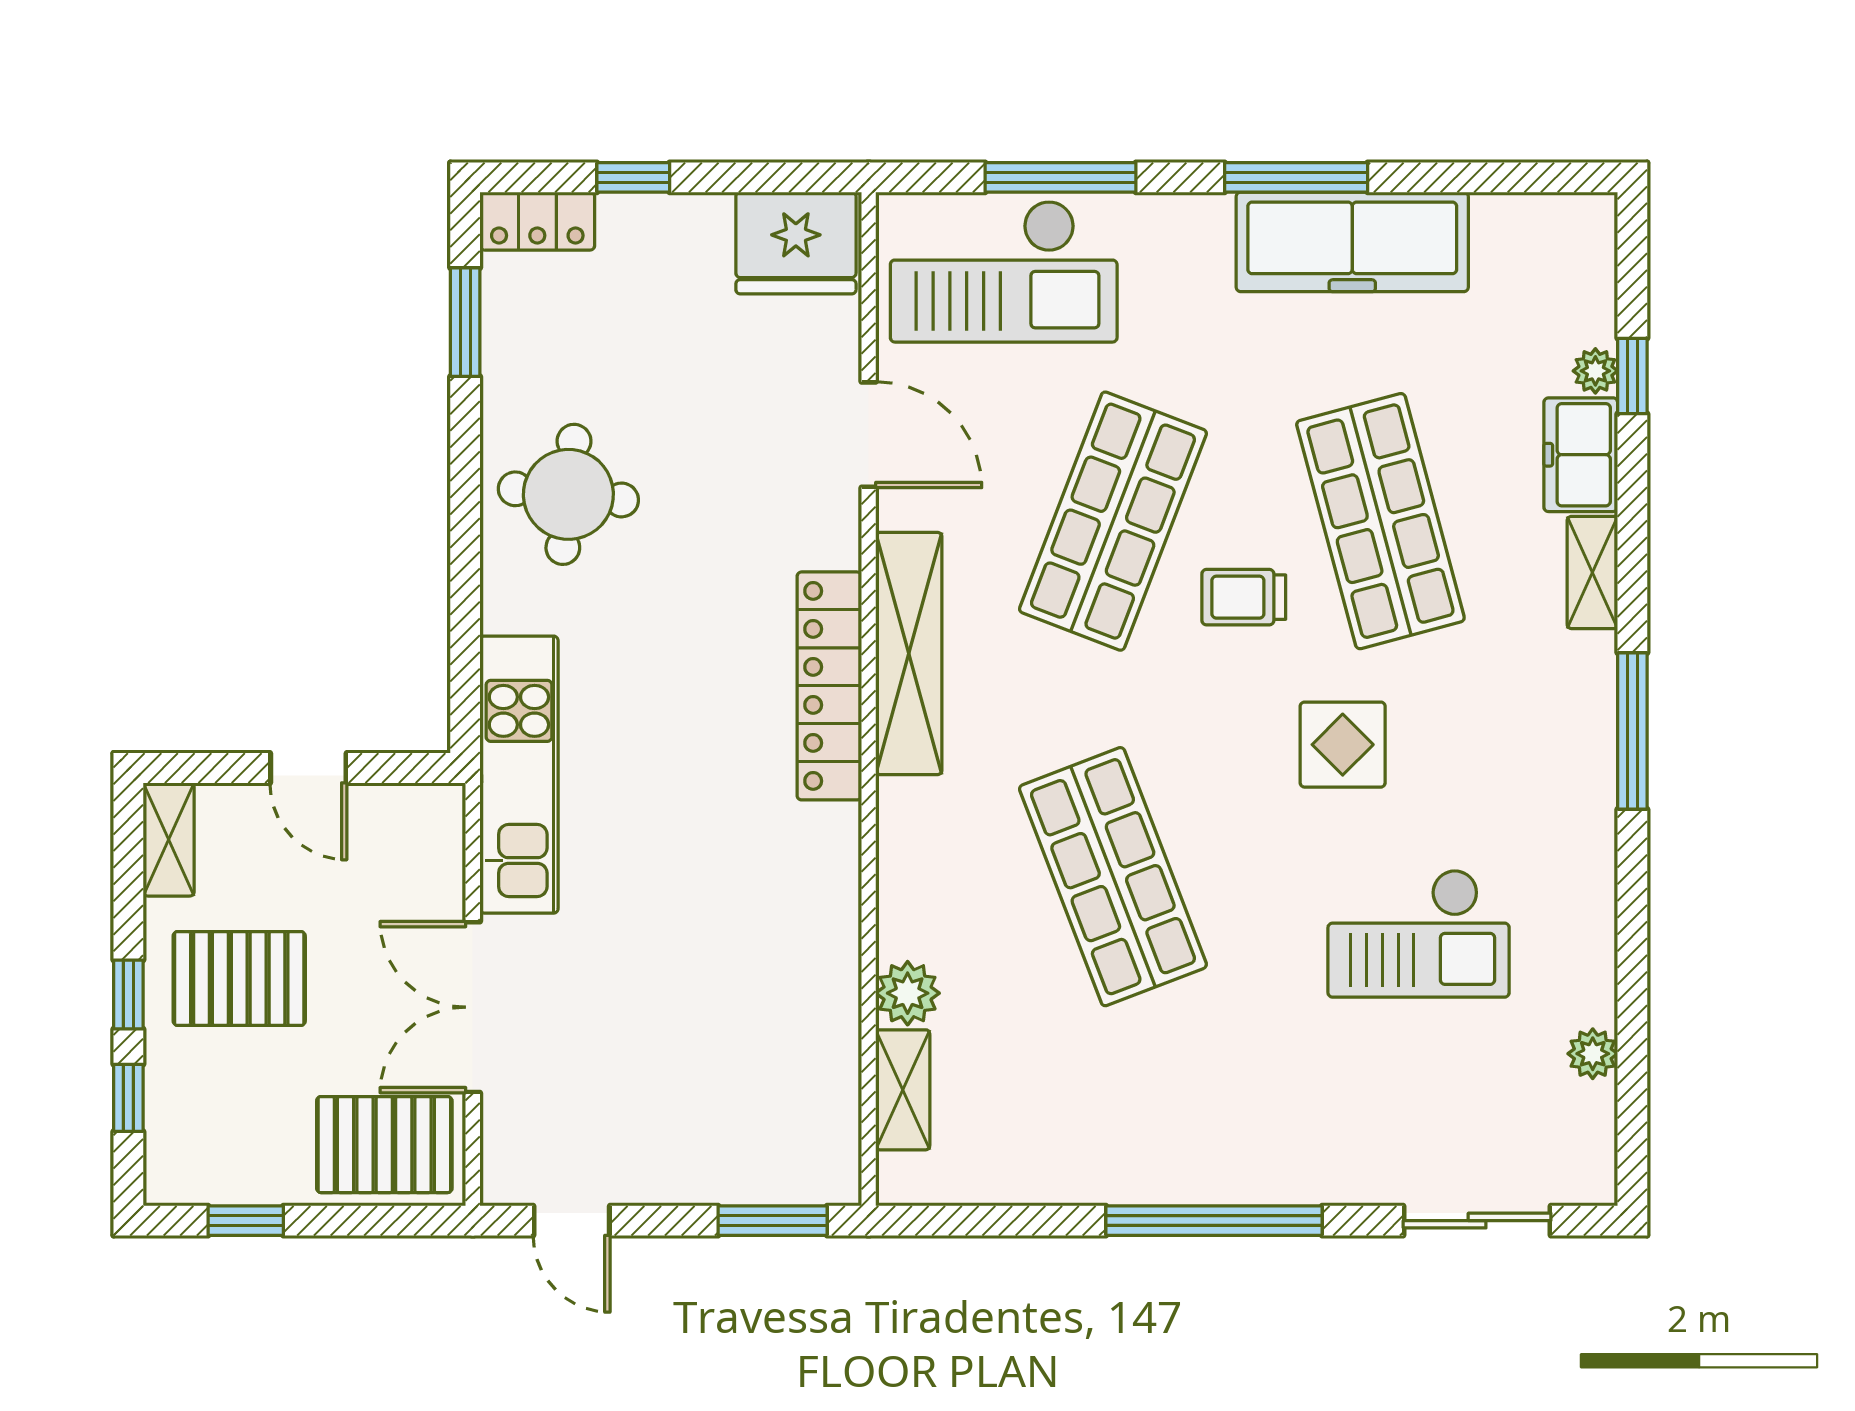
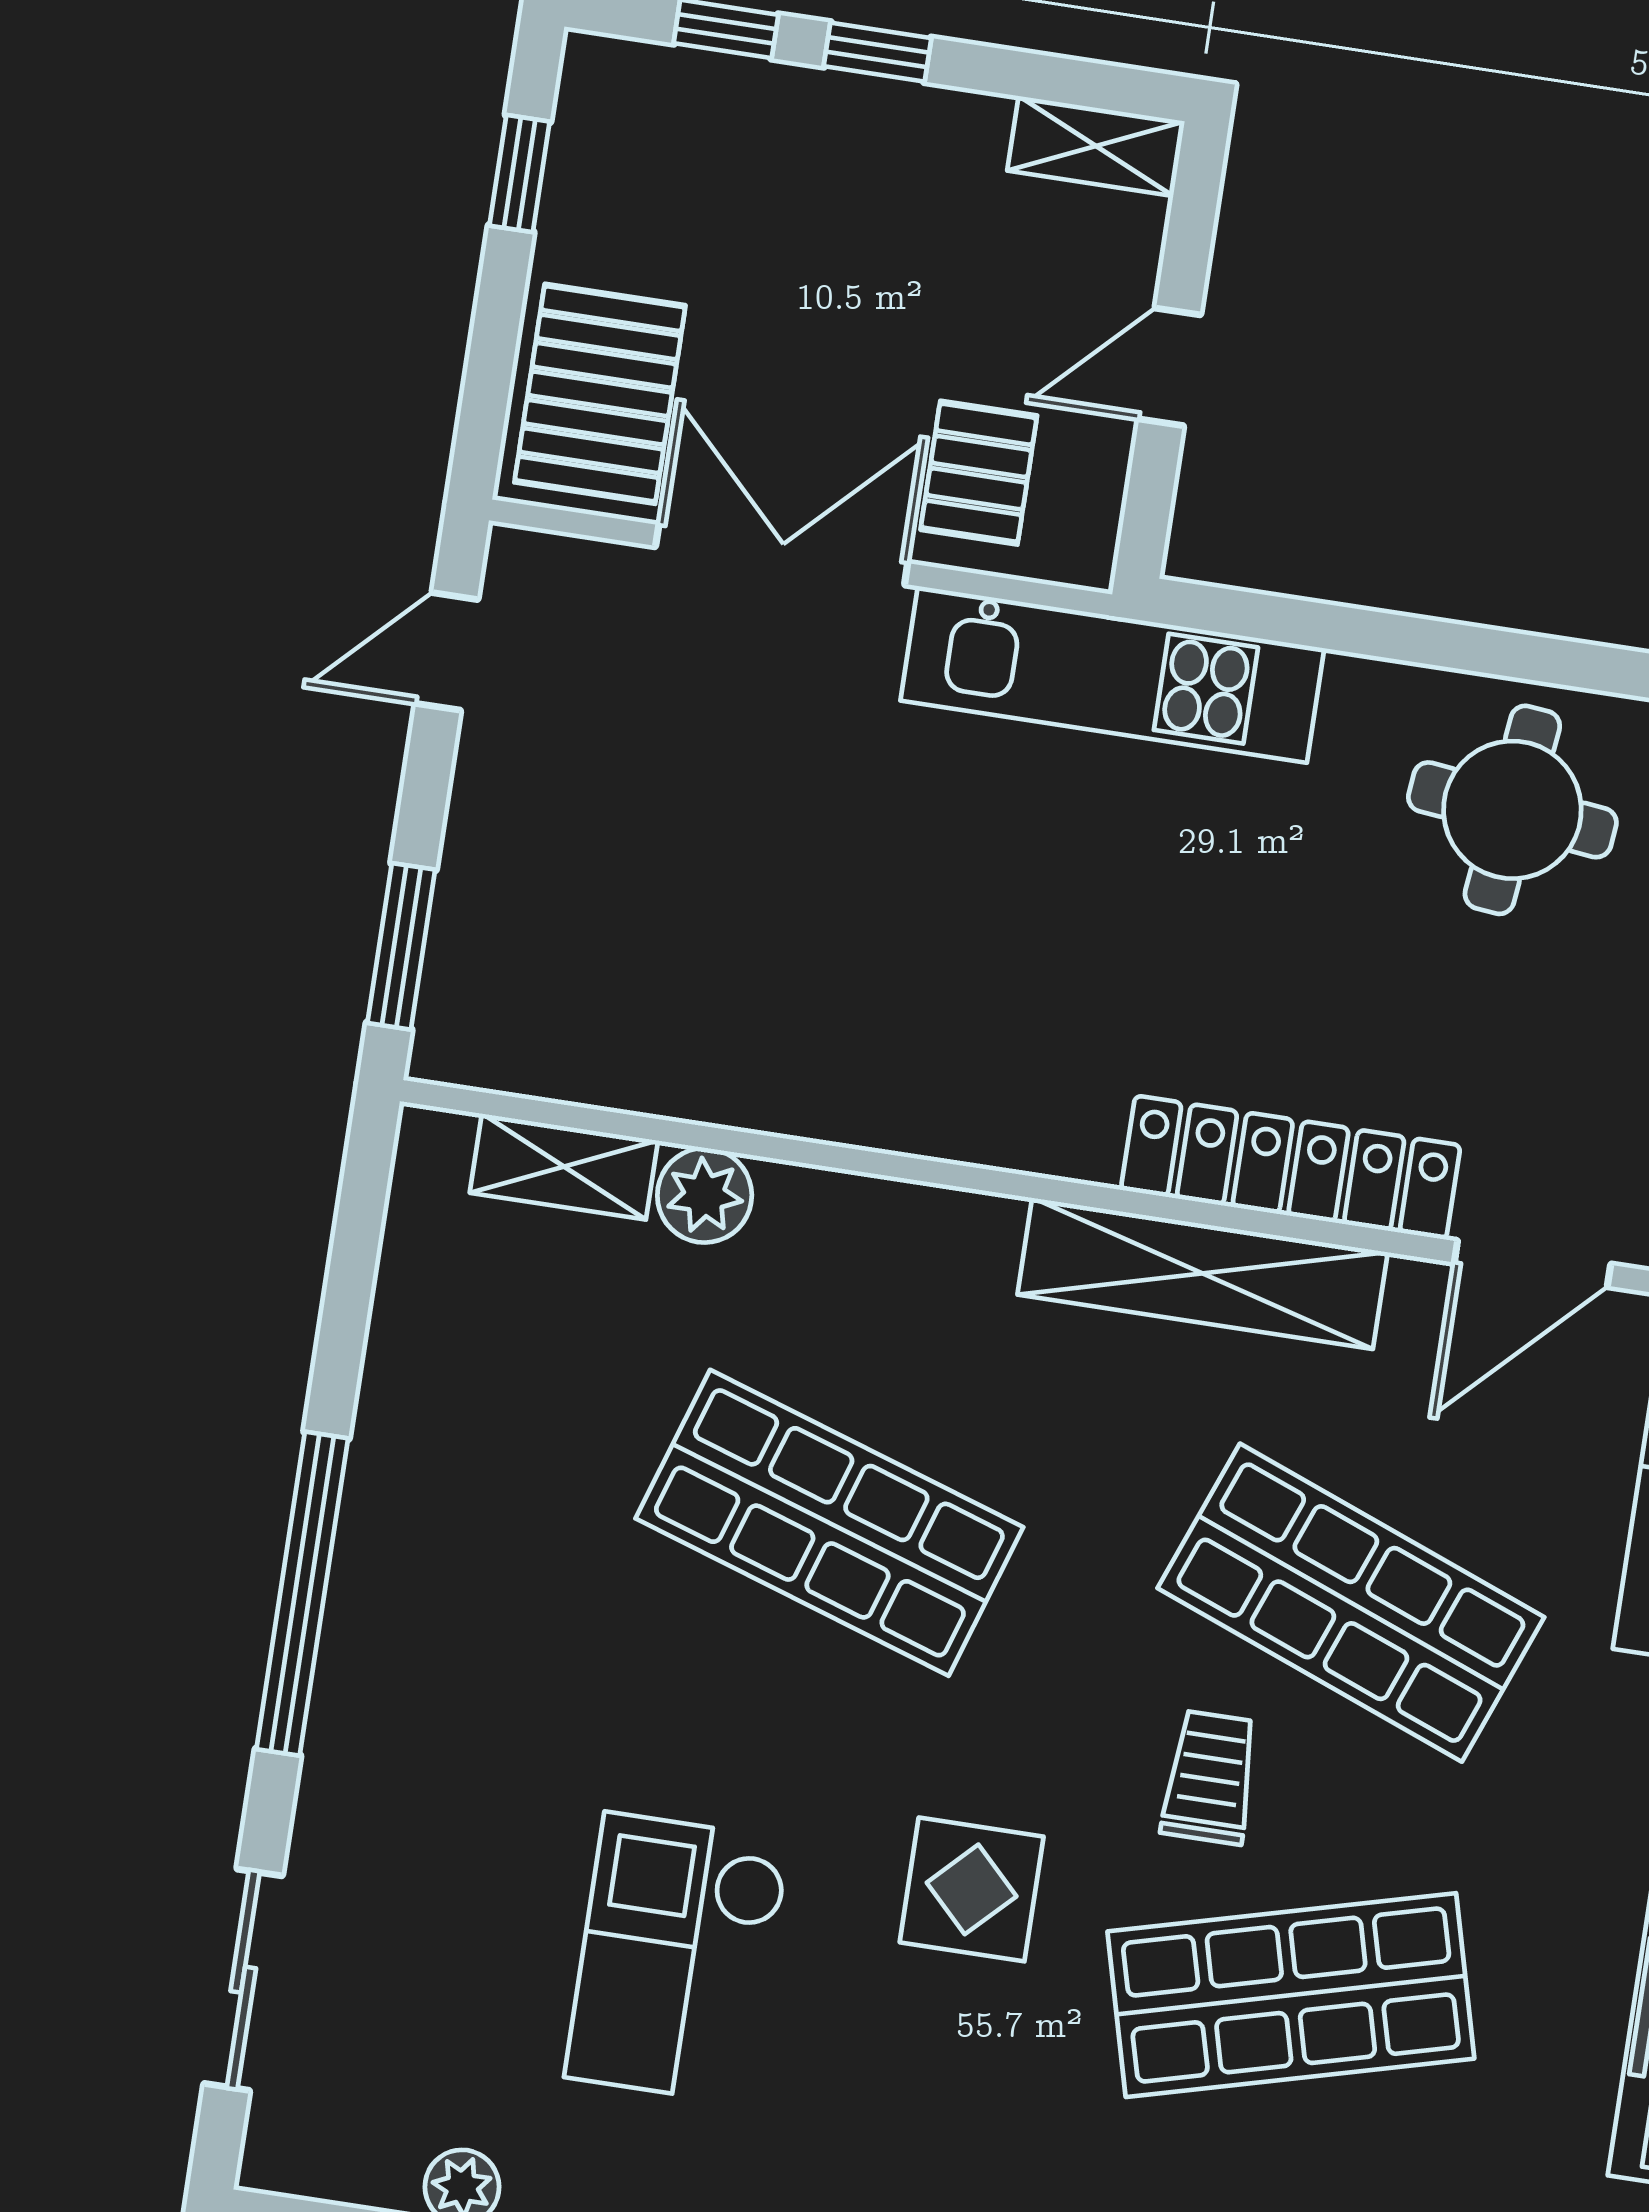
locker: (829, 686) -> (1291, 1168), moved
shop shelf: (1113, 877) -> (829, 1523), turned 39
pallet: (239, 978) -> (979, 473), moved, width x0.67, depth x0.71

